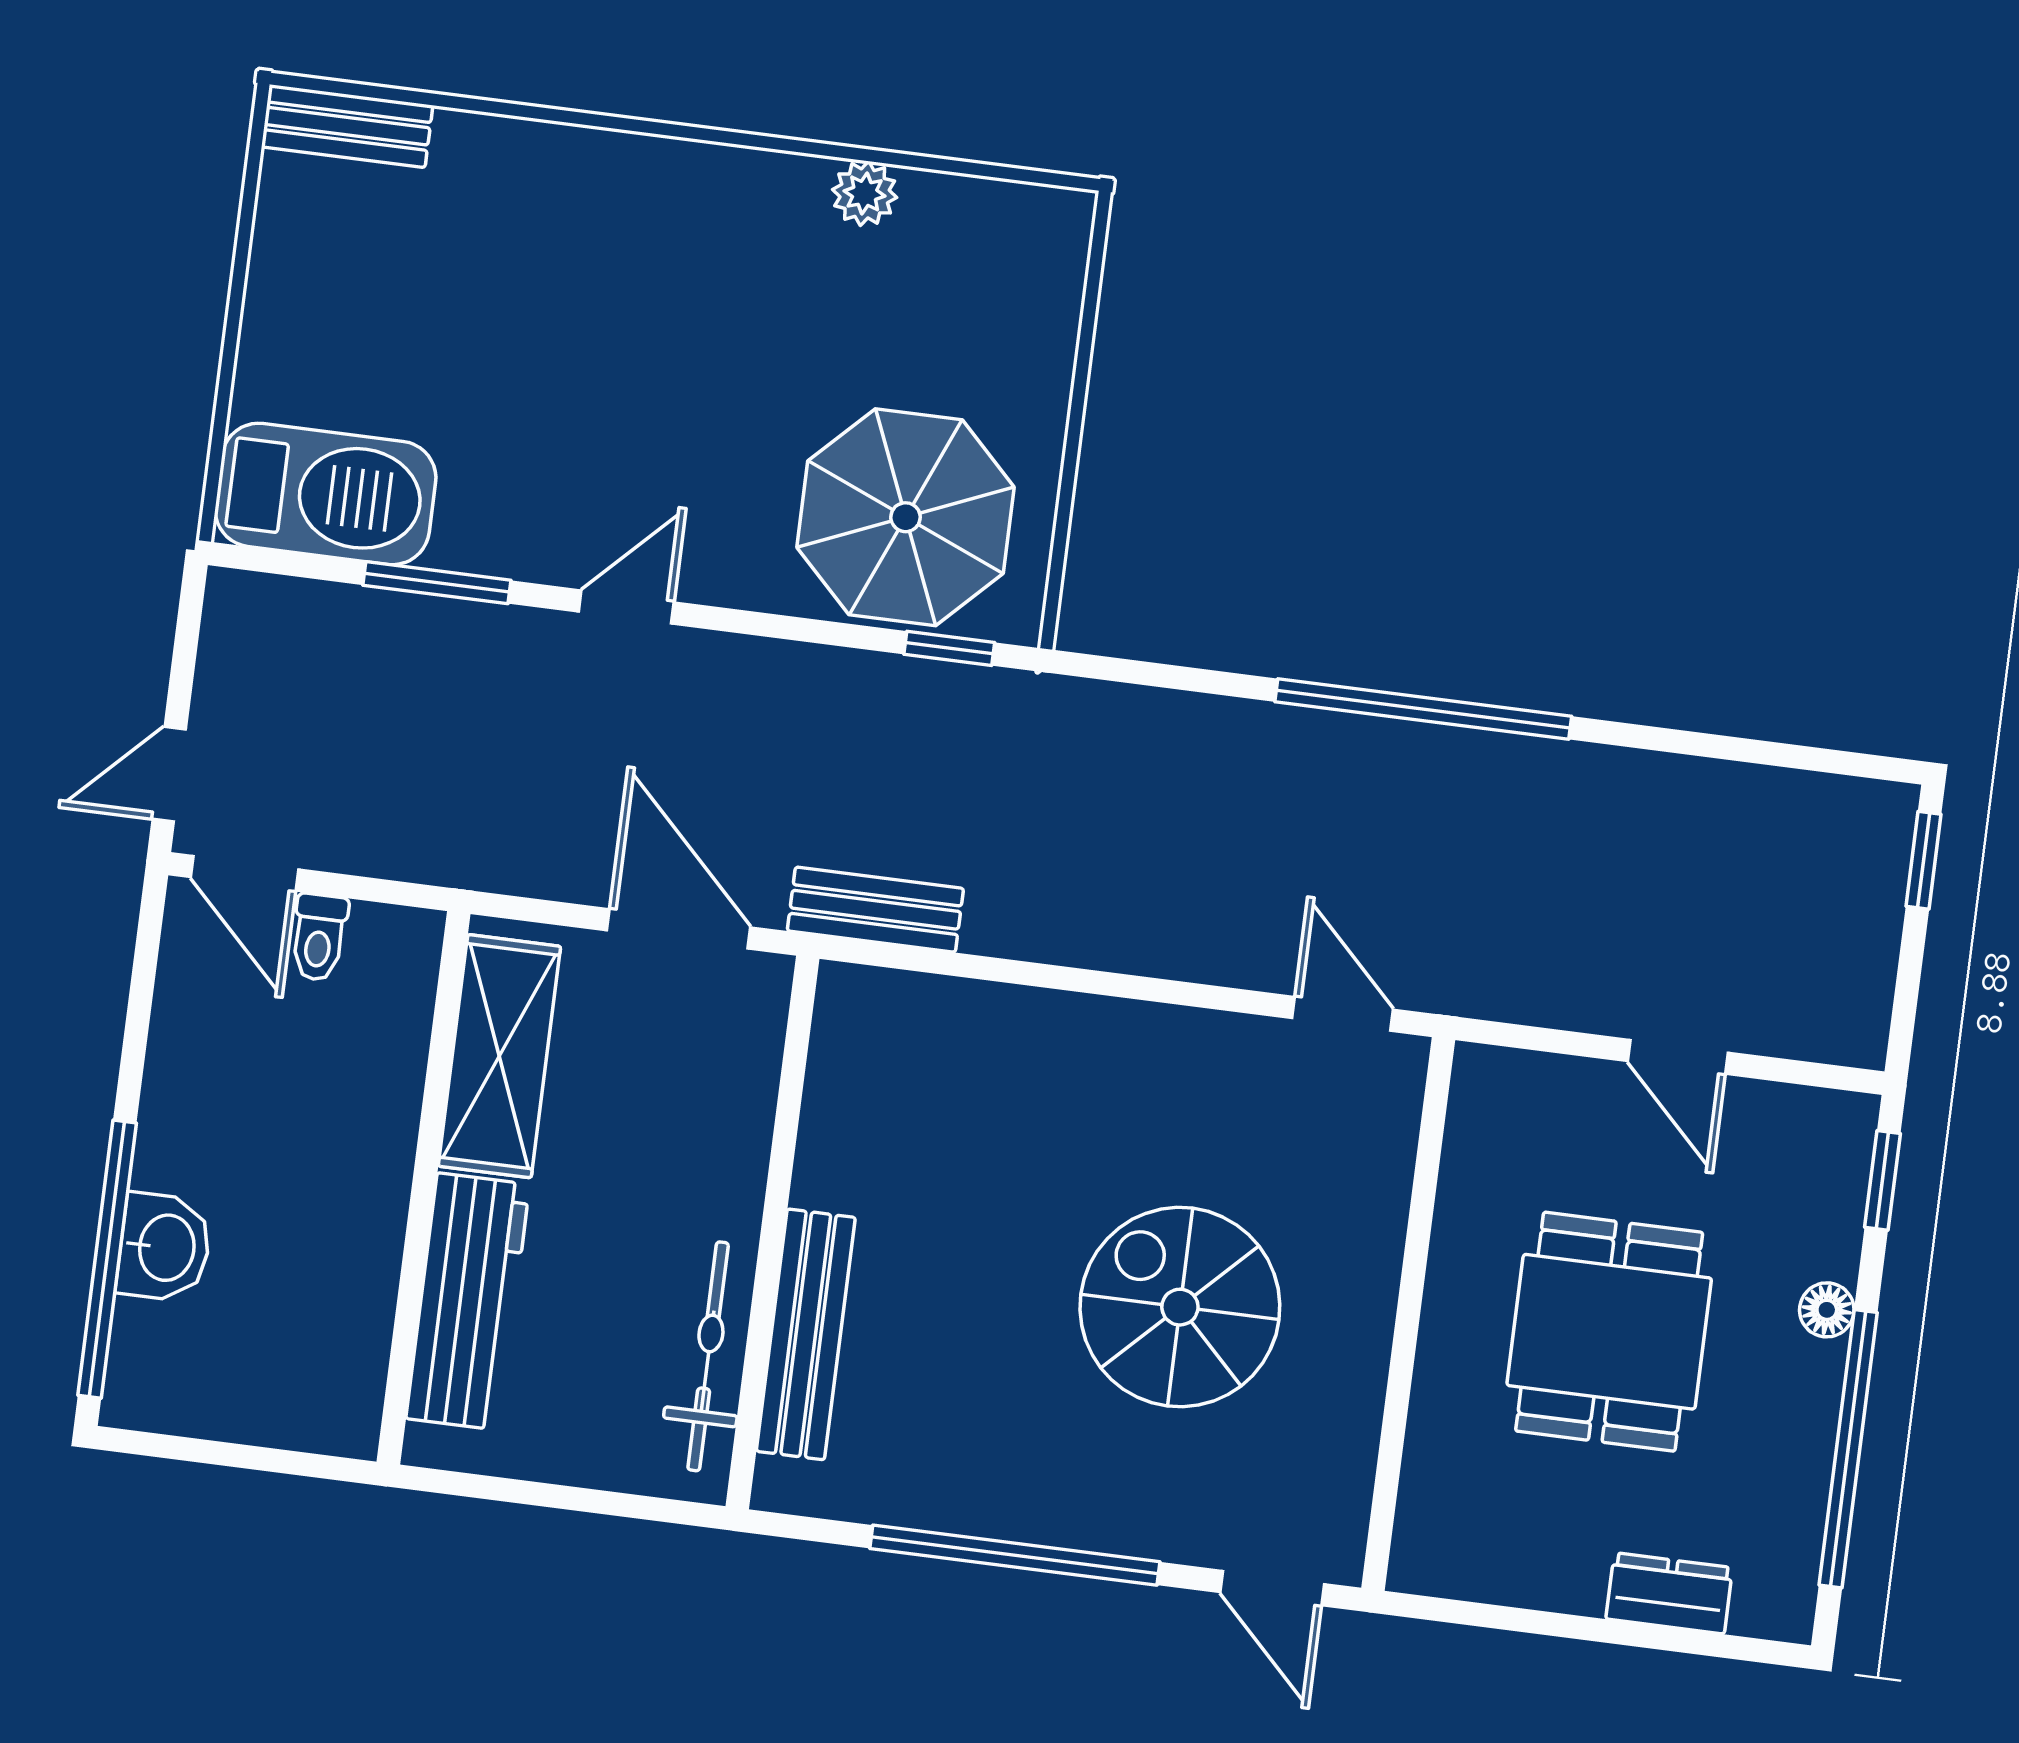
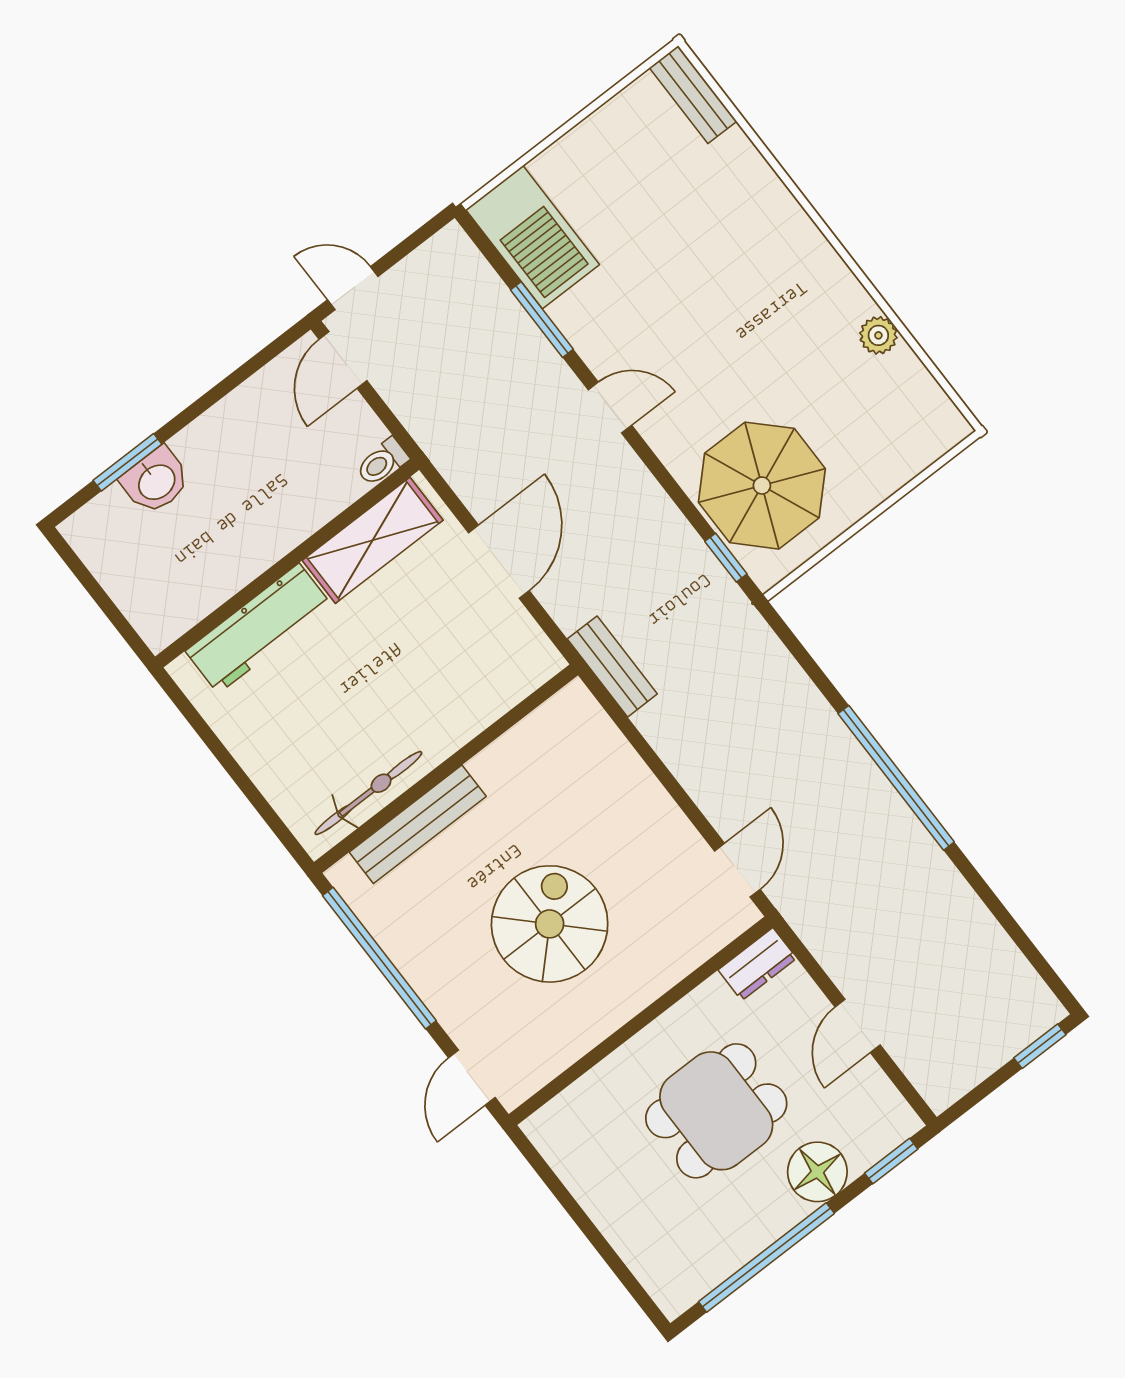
bench: (875, 910) -> (612, 666), moved
toilet: (319, 937) -> (382, 462), moved
wall: (772, 1233) -> (446, 769), moved
window: (107, 1259) -> (127, 462), width x0.47
floor lamp: (1827, 1310) -> (817, 1172), width x1.89, depth x1.89
bench: (806, 1334) -> (418, 824), moved
bicycle: (708, 1356) -> (368, 793), moved
dresser: (1669, 1593) -> (757, 964), moved, turned 90

